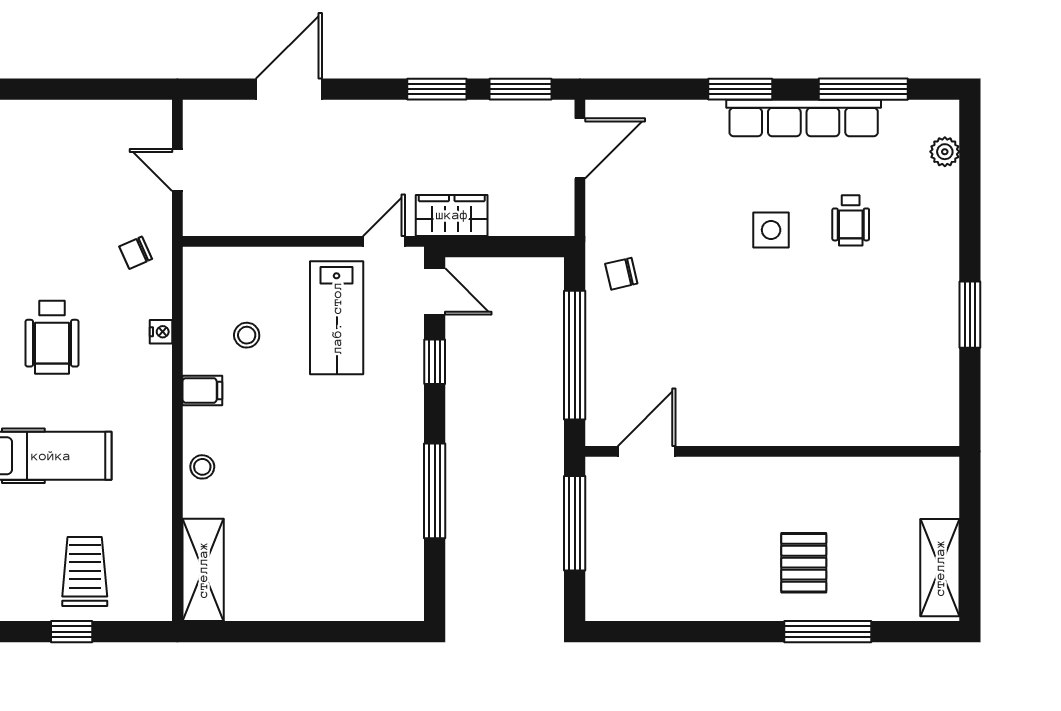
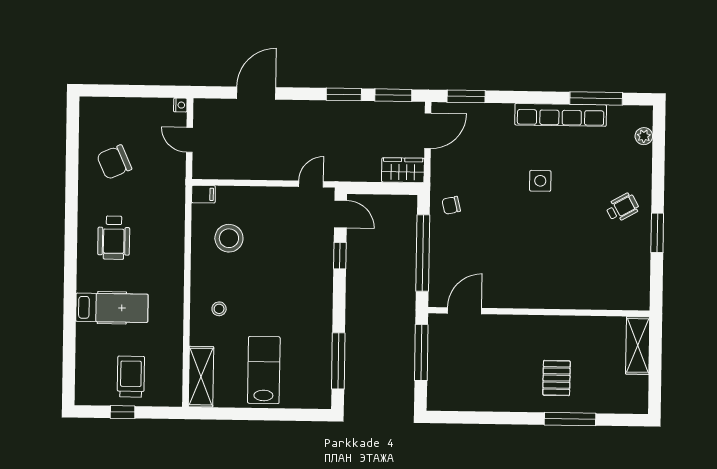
window: (740, 89) -> (466, 96), moved
wardrobe: (452, 215) -> (403, 170), moved
wheelchair: (851, 220) -> (622, 208), moved, turned -119
chair: (136, 253) -> (114, 162), moved, width x1.87, depth x1.87
lab bench: (337, 318) -> (264, 370), moved, turned 180
nightstand: (161, 332) -> (180, 105), moved
stool: (247, 335) -> (229, 238), width x1.89, depth x1.89
filing cabinet: (202, 390) -> (203, 194), moved
stool: (202, 467) -> (219, 309), moved
window: (435, 491) -> (338, 361), moved
shelving: (940, 568) -> (638, 345), moved

